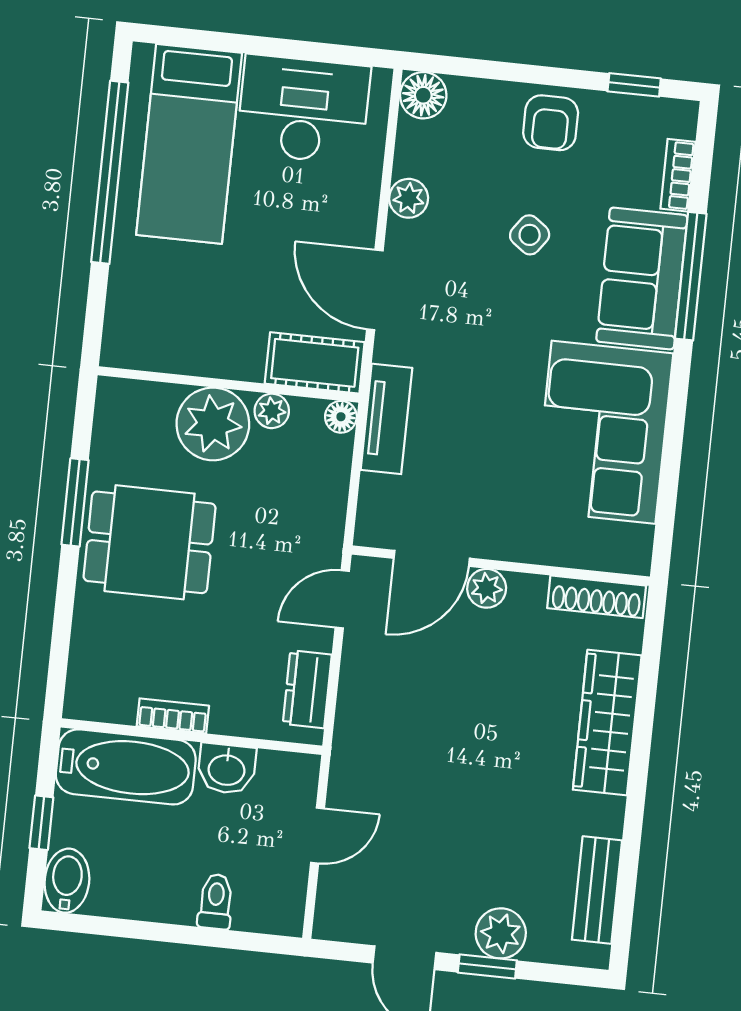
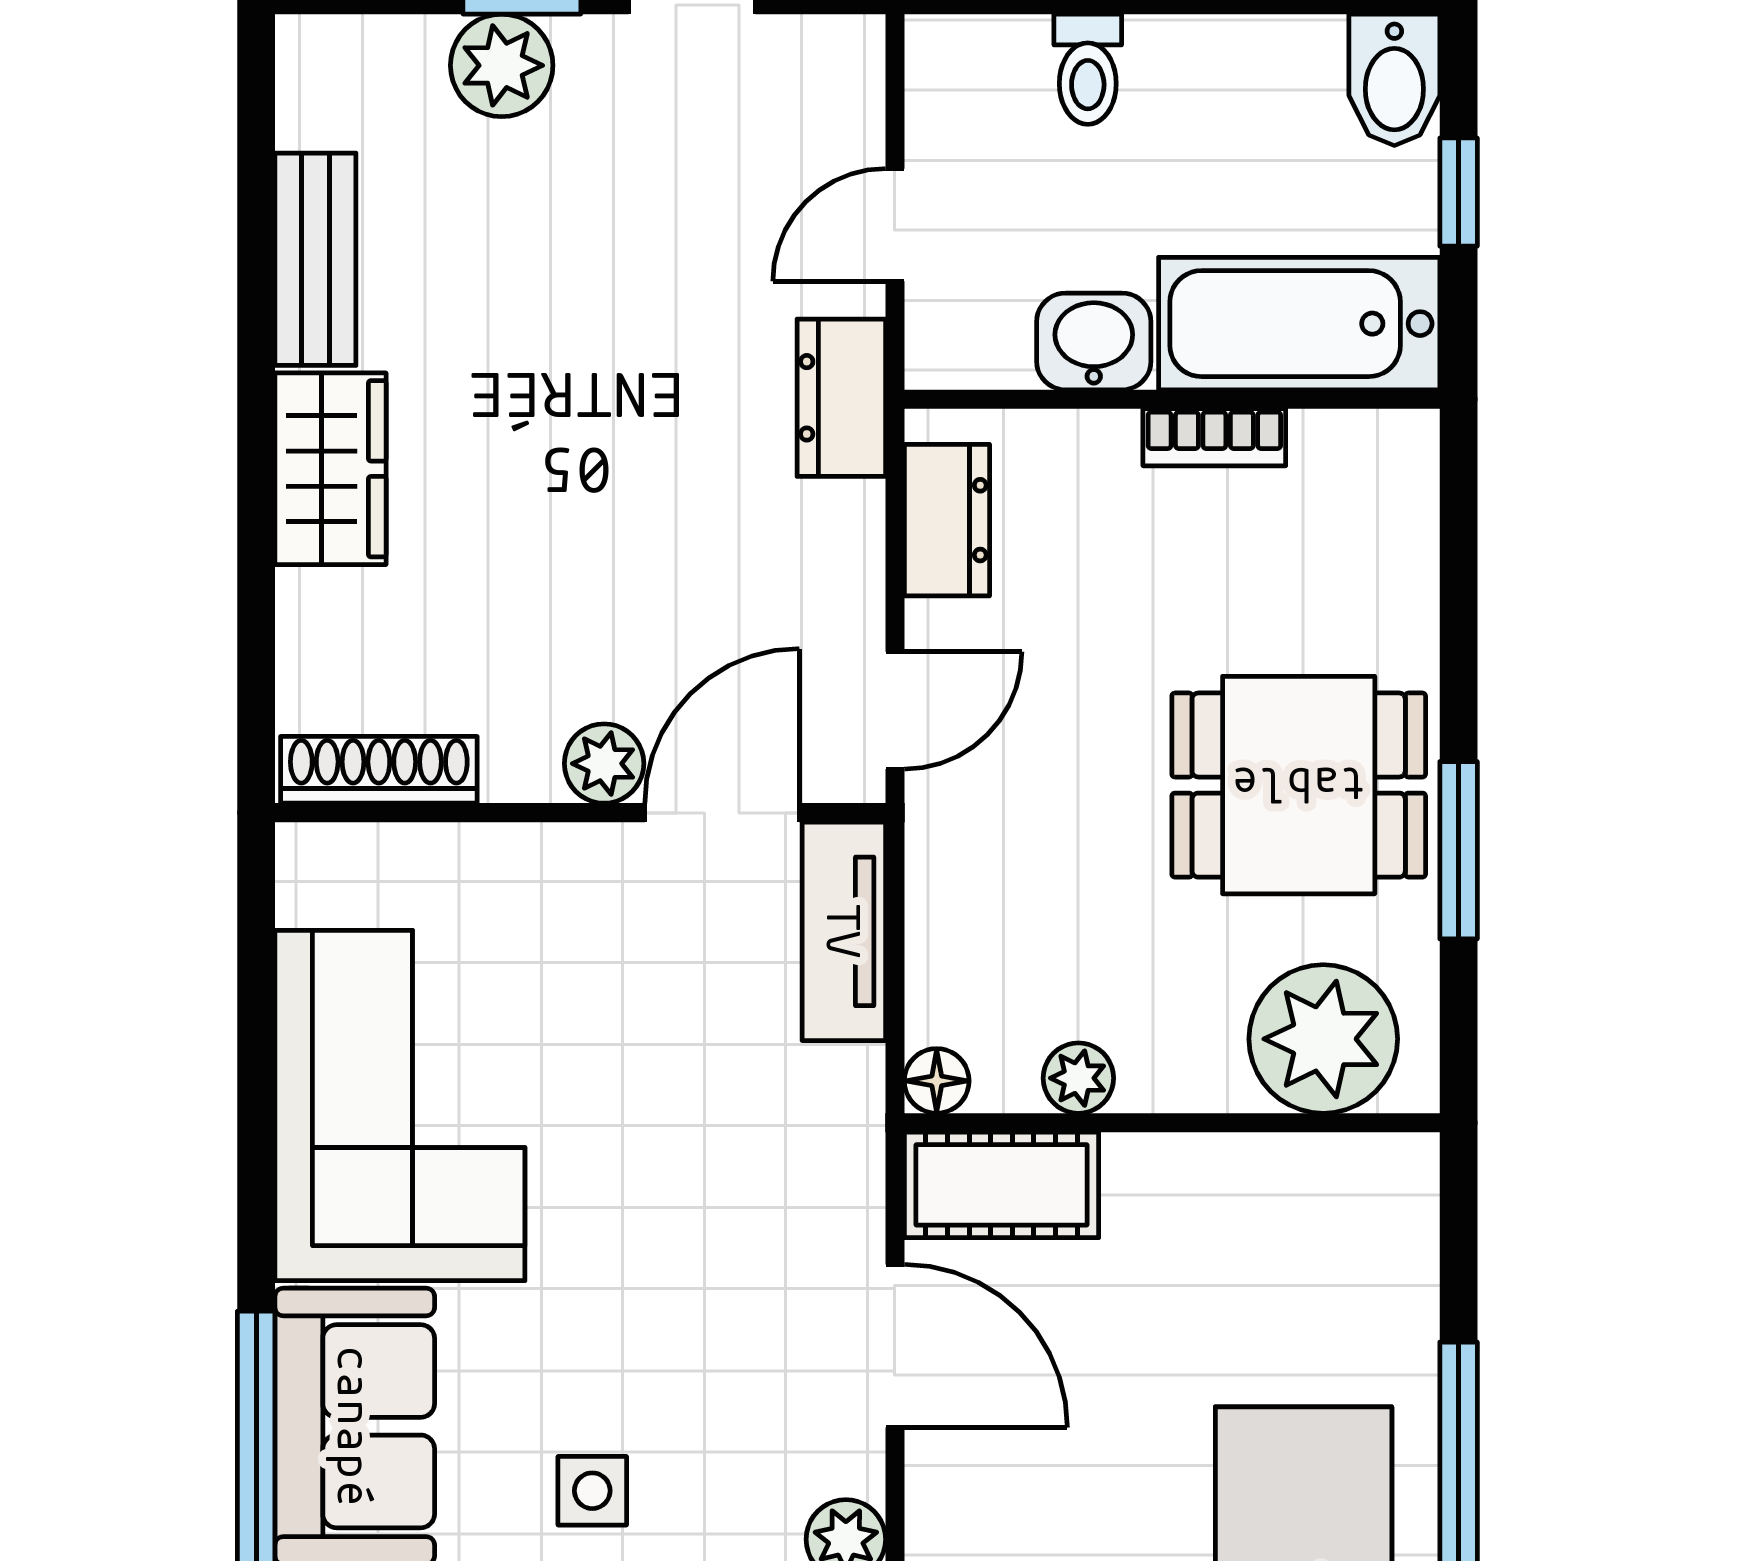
side table: (530, 235) -> (592, 1491), turned -36
tv unit: (386, 419) -> (844, 931), moved
plant: (213, 424) -> (1323, 1039), moved
wardrobe: (607, 722) -> (330, 469), width x0.67
dresser: (352, 754) -> (841, 398), added
bench: (597, 890) -> (315, 259), moved

